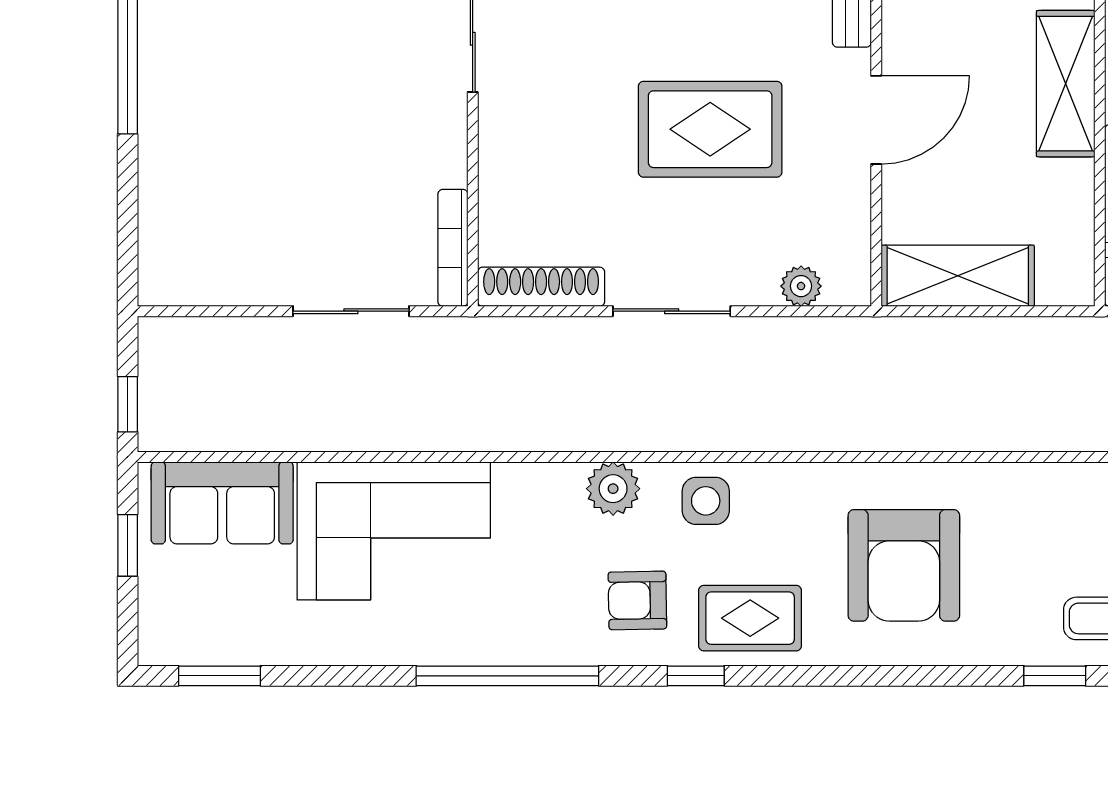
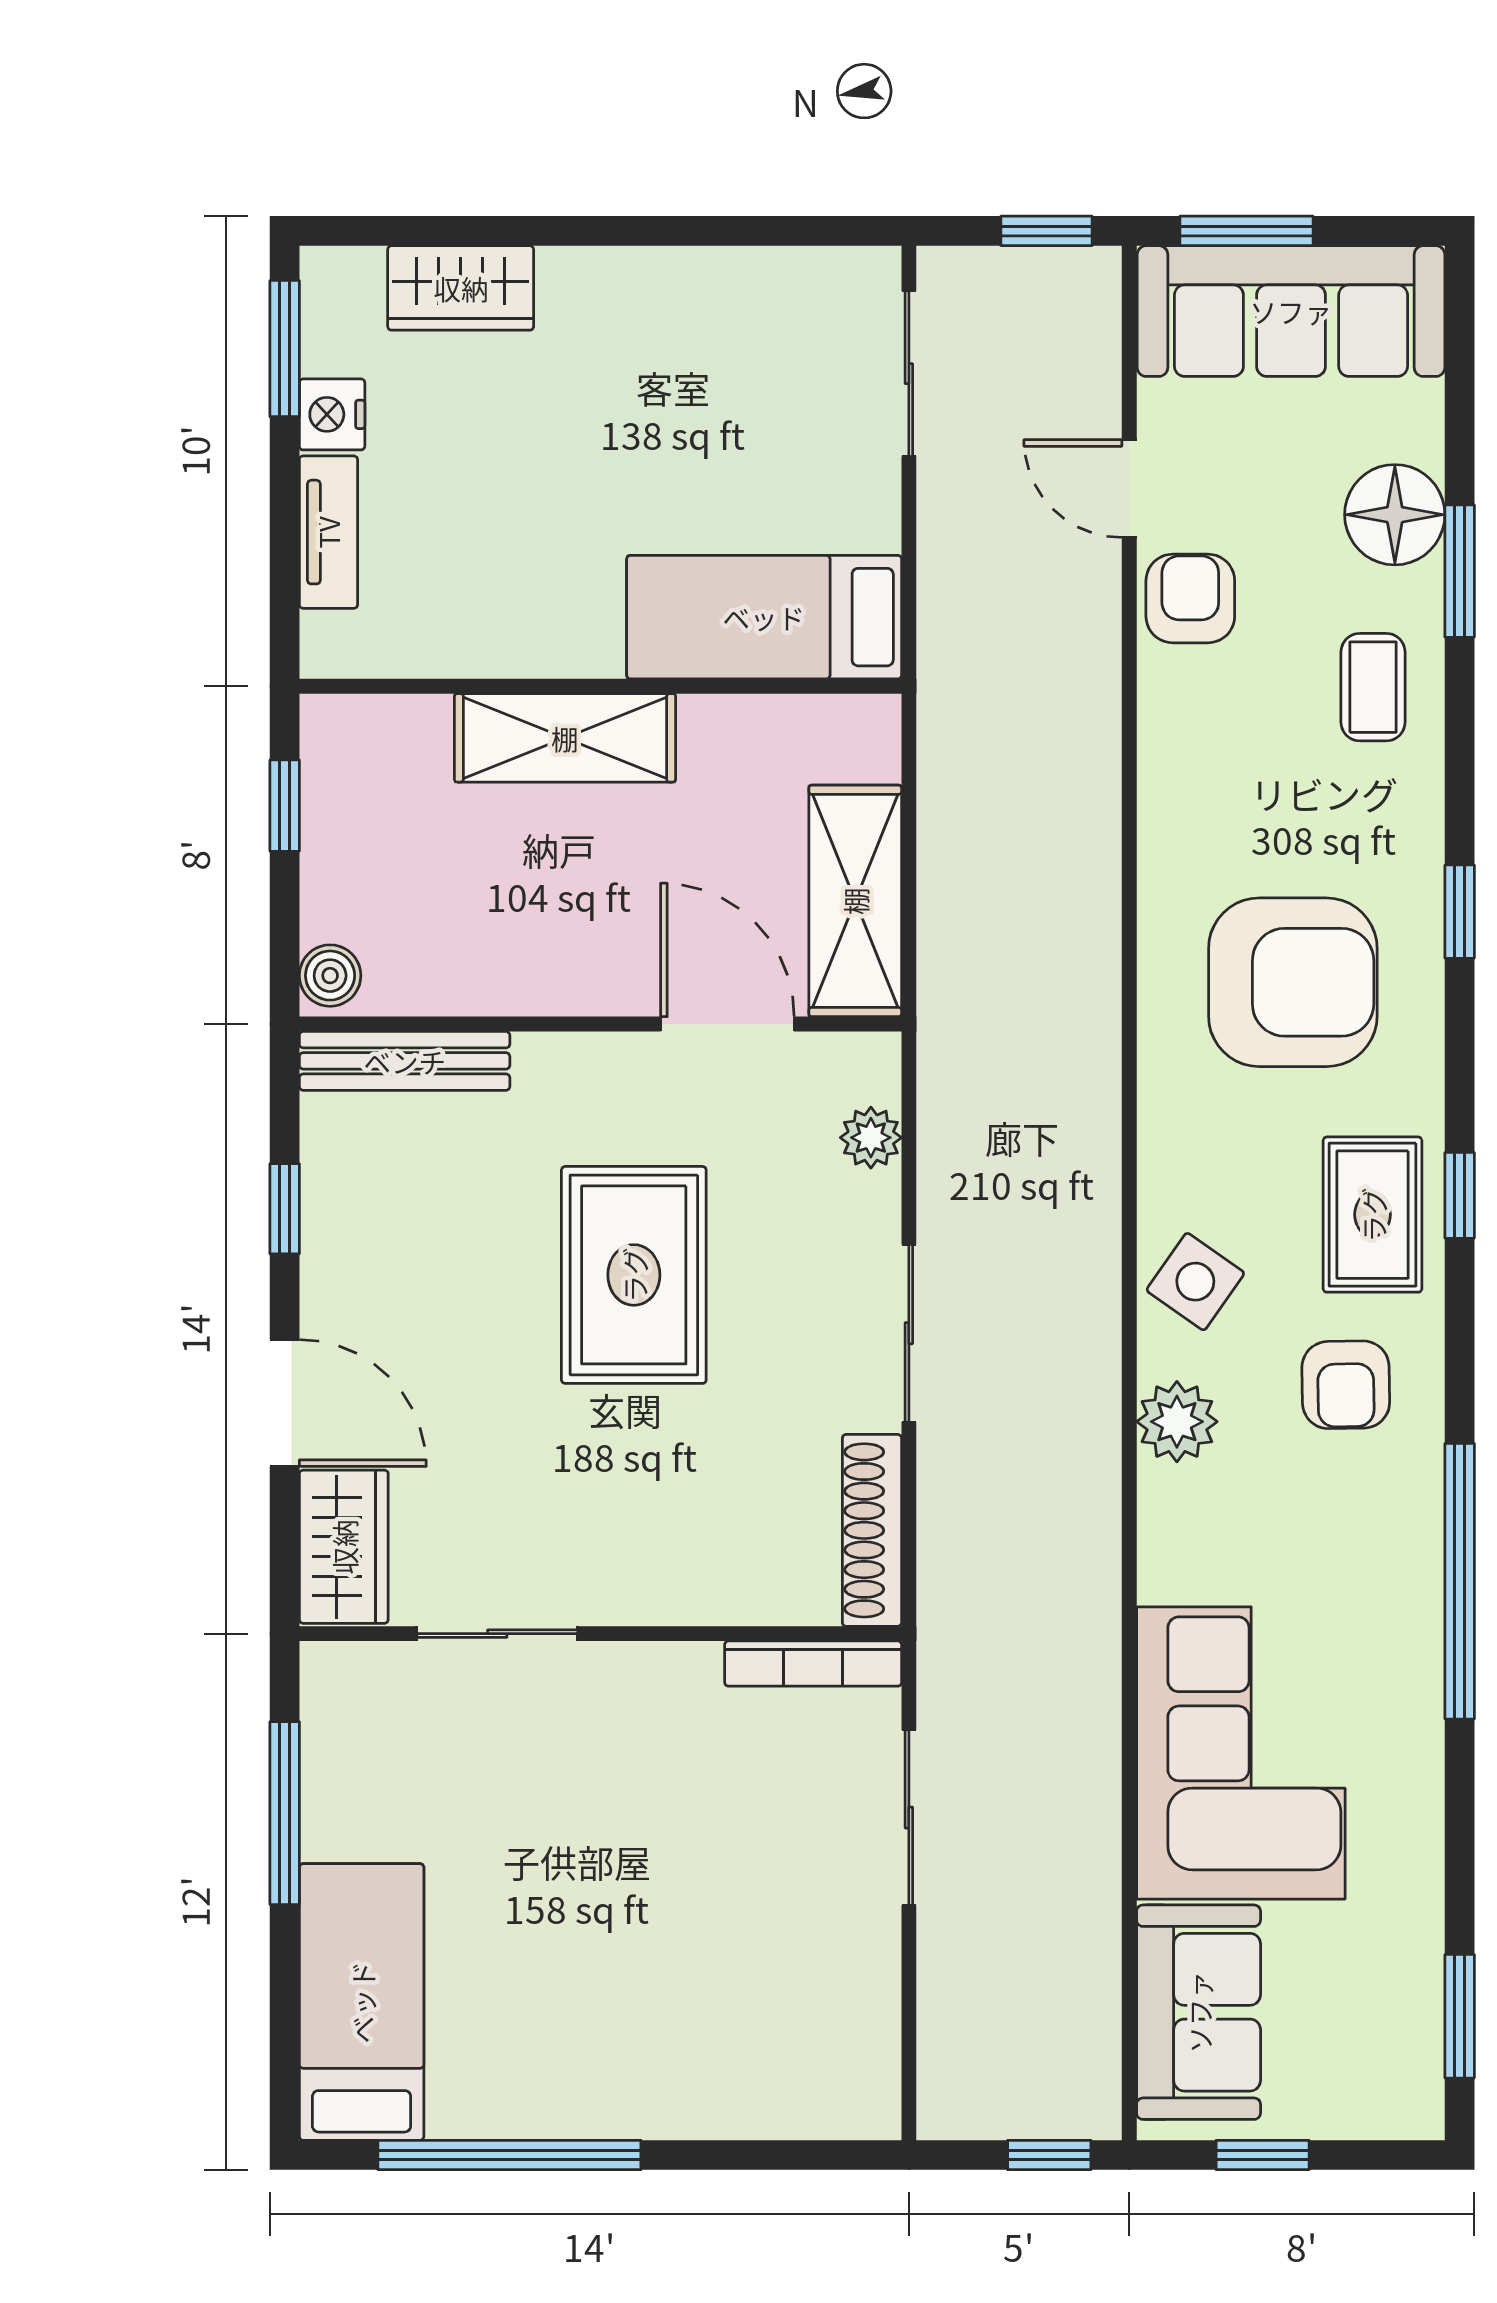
door: (876, 120) -> (727, 1024), moved
side table: (706, 501) -> (1195, 1282), turned 35
window: (696, 676) -> (1460, 1195), moved
window: (1055, 676) -> (1460, 912), moved

